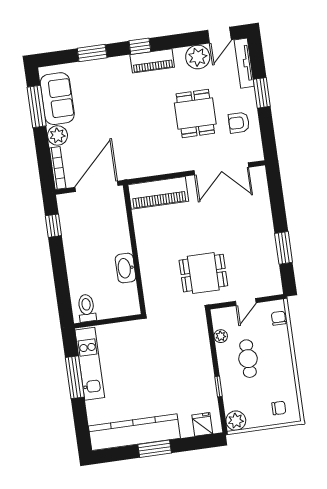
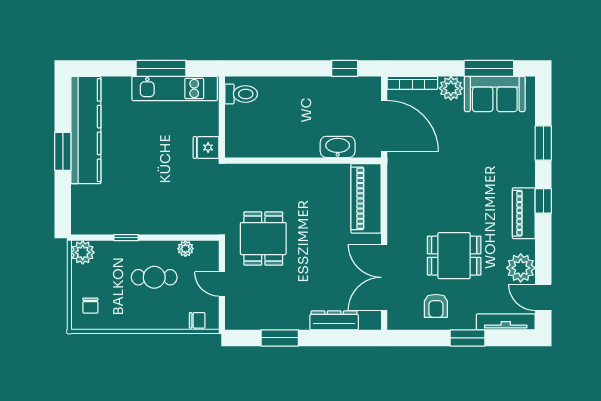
armchair: (239, 123) -> (436, 306), turned 180
dresser: (263, 205) -> (334, 320), added
washbasin: (126, 268) -> (338, 147), moved
fridge: (202, 424) -> (206, 147), moved, turned 180

